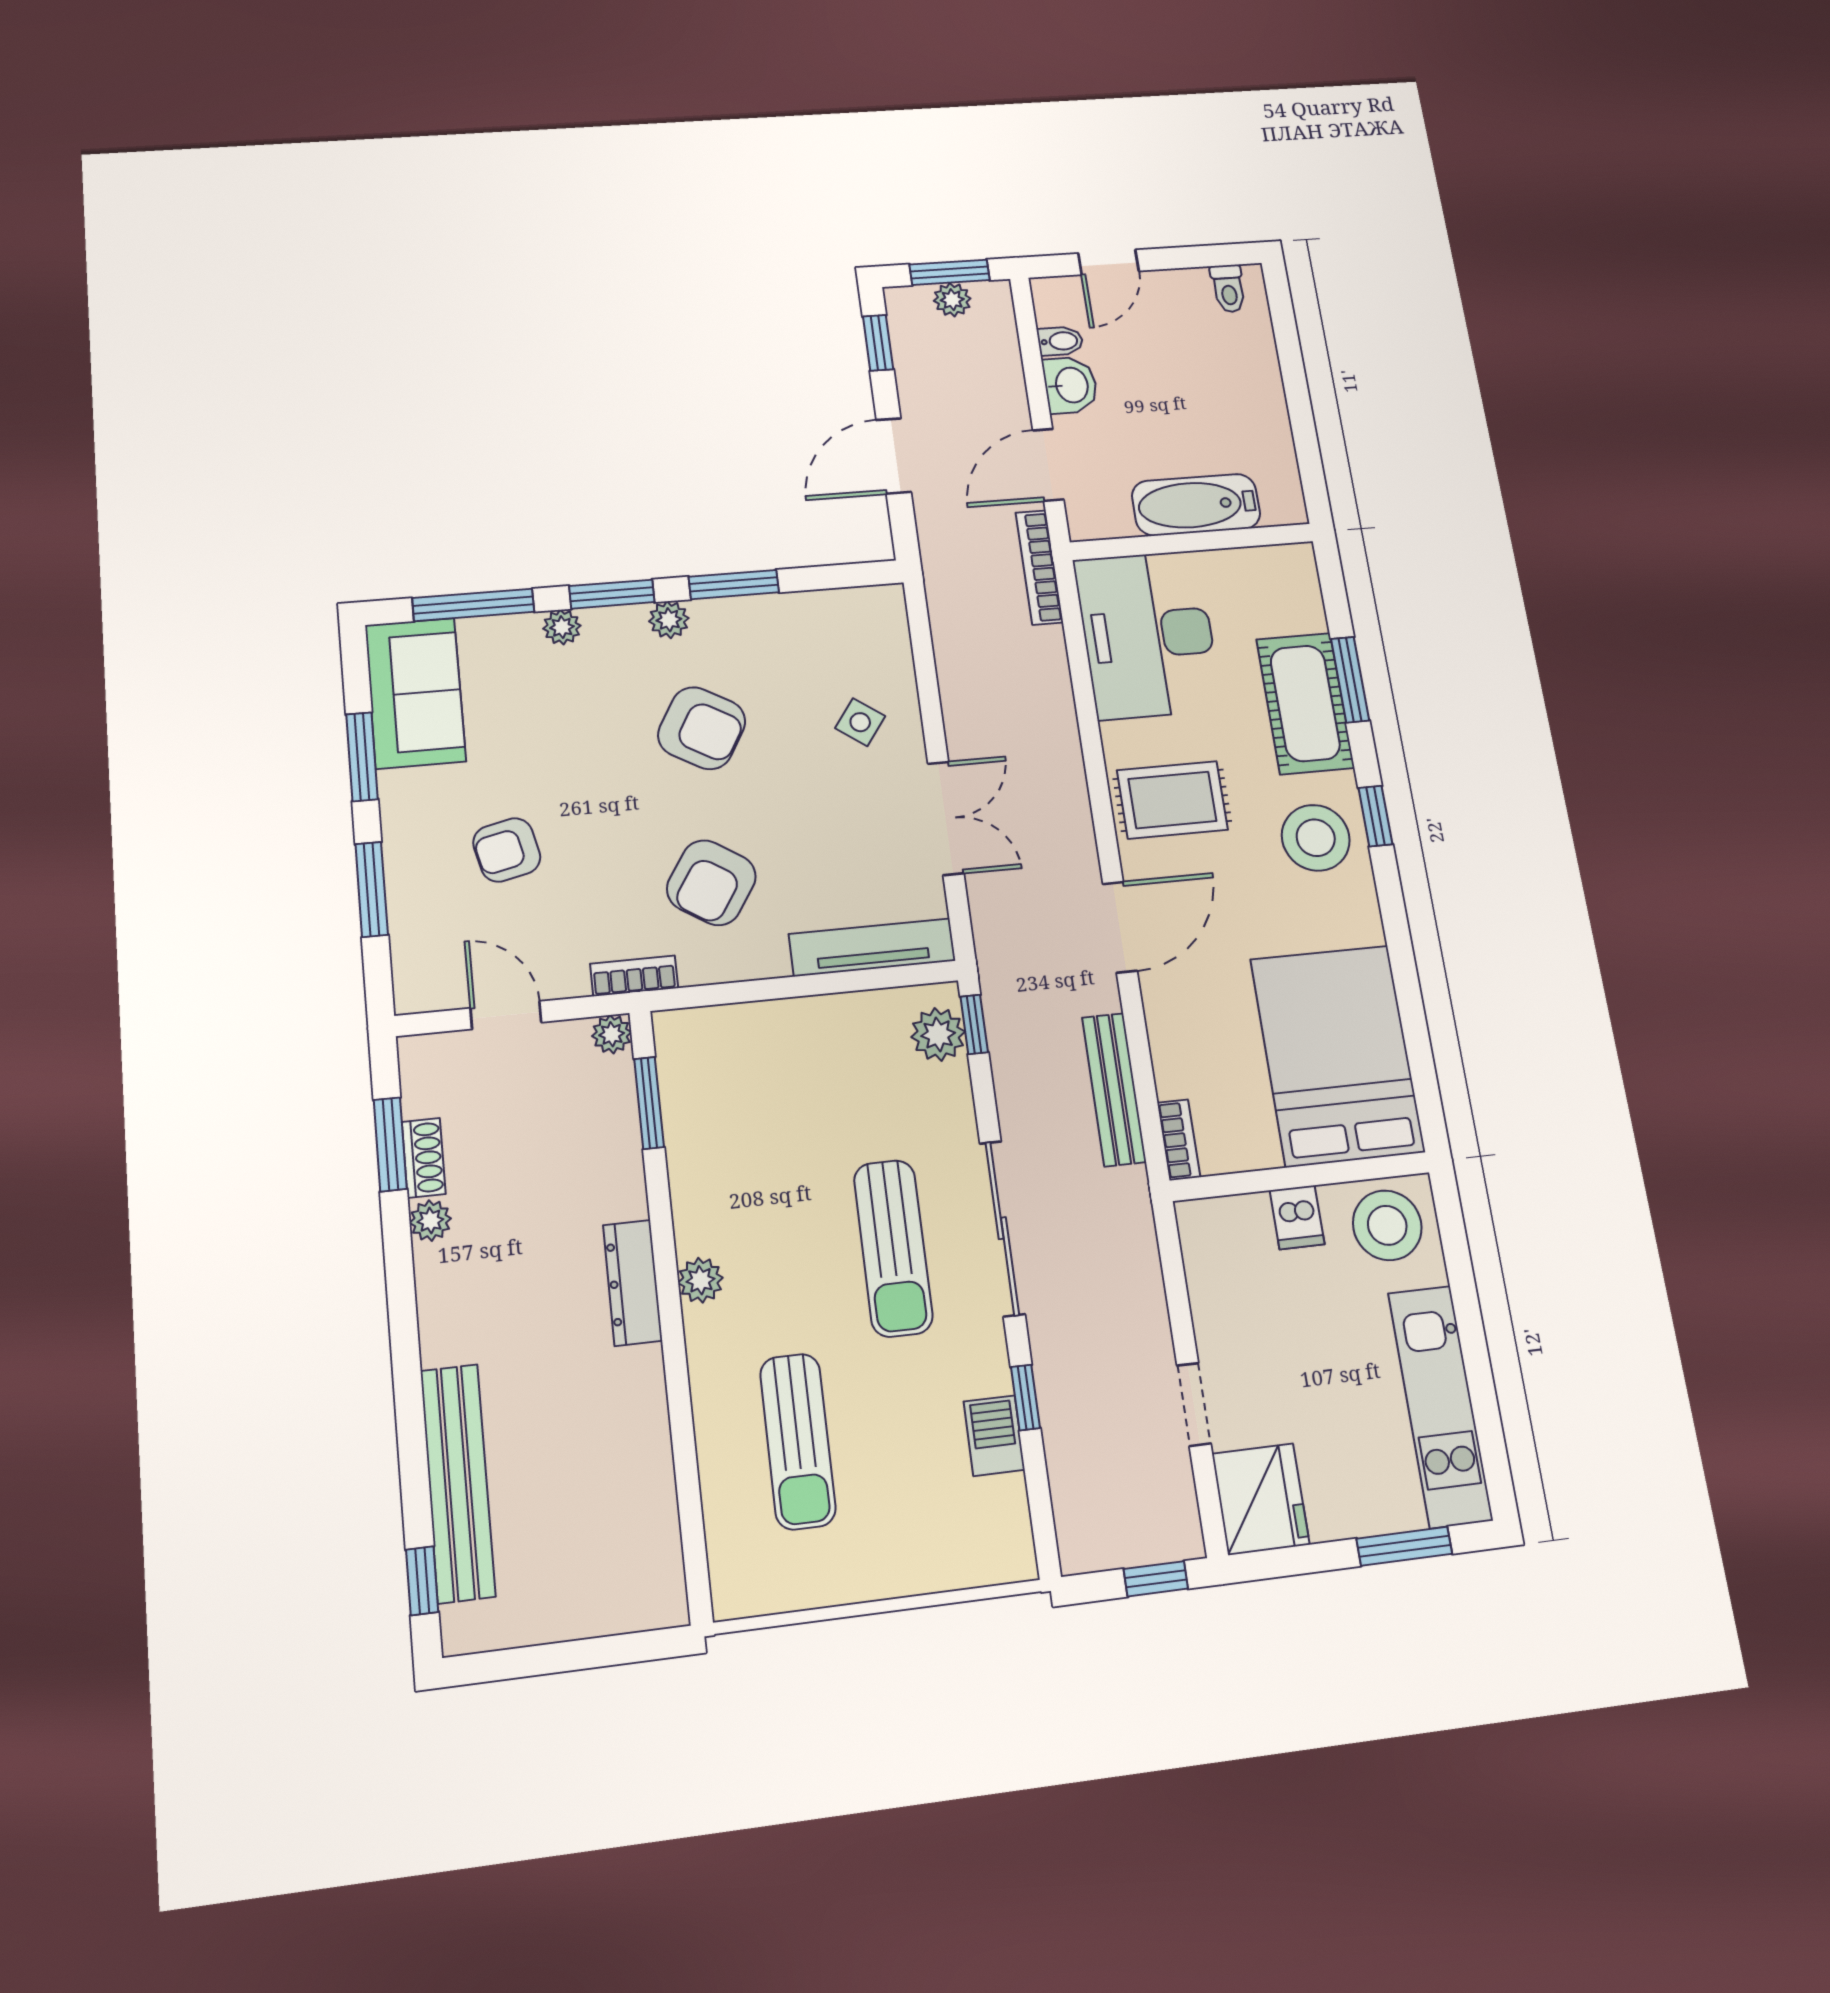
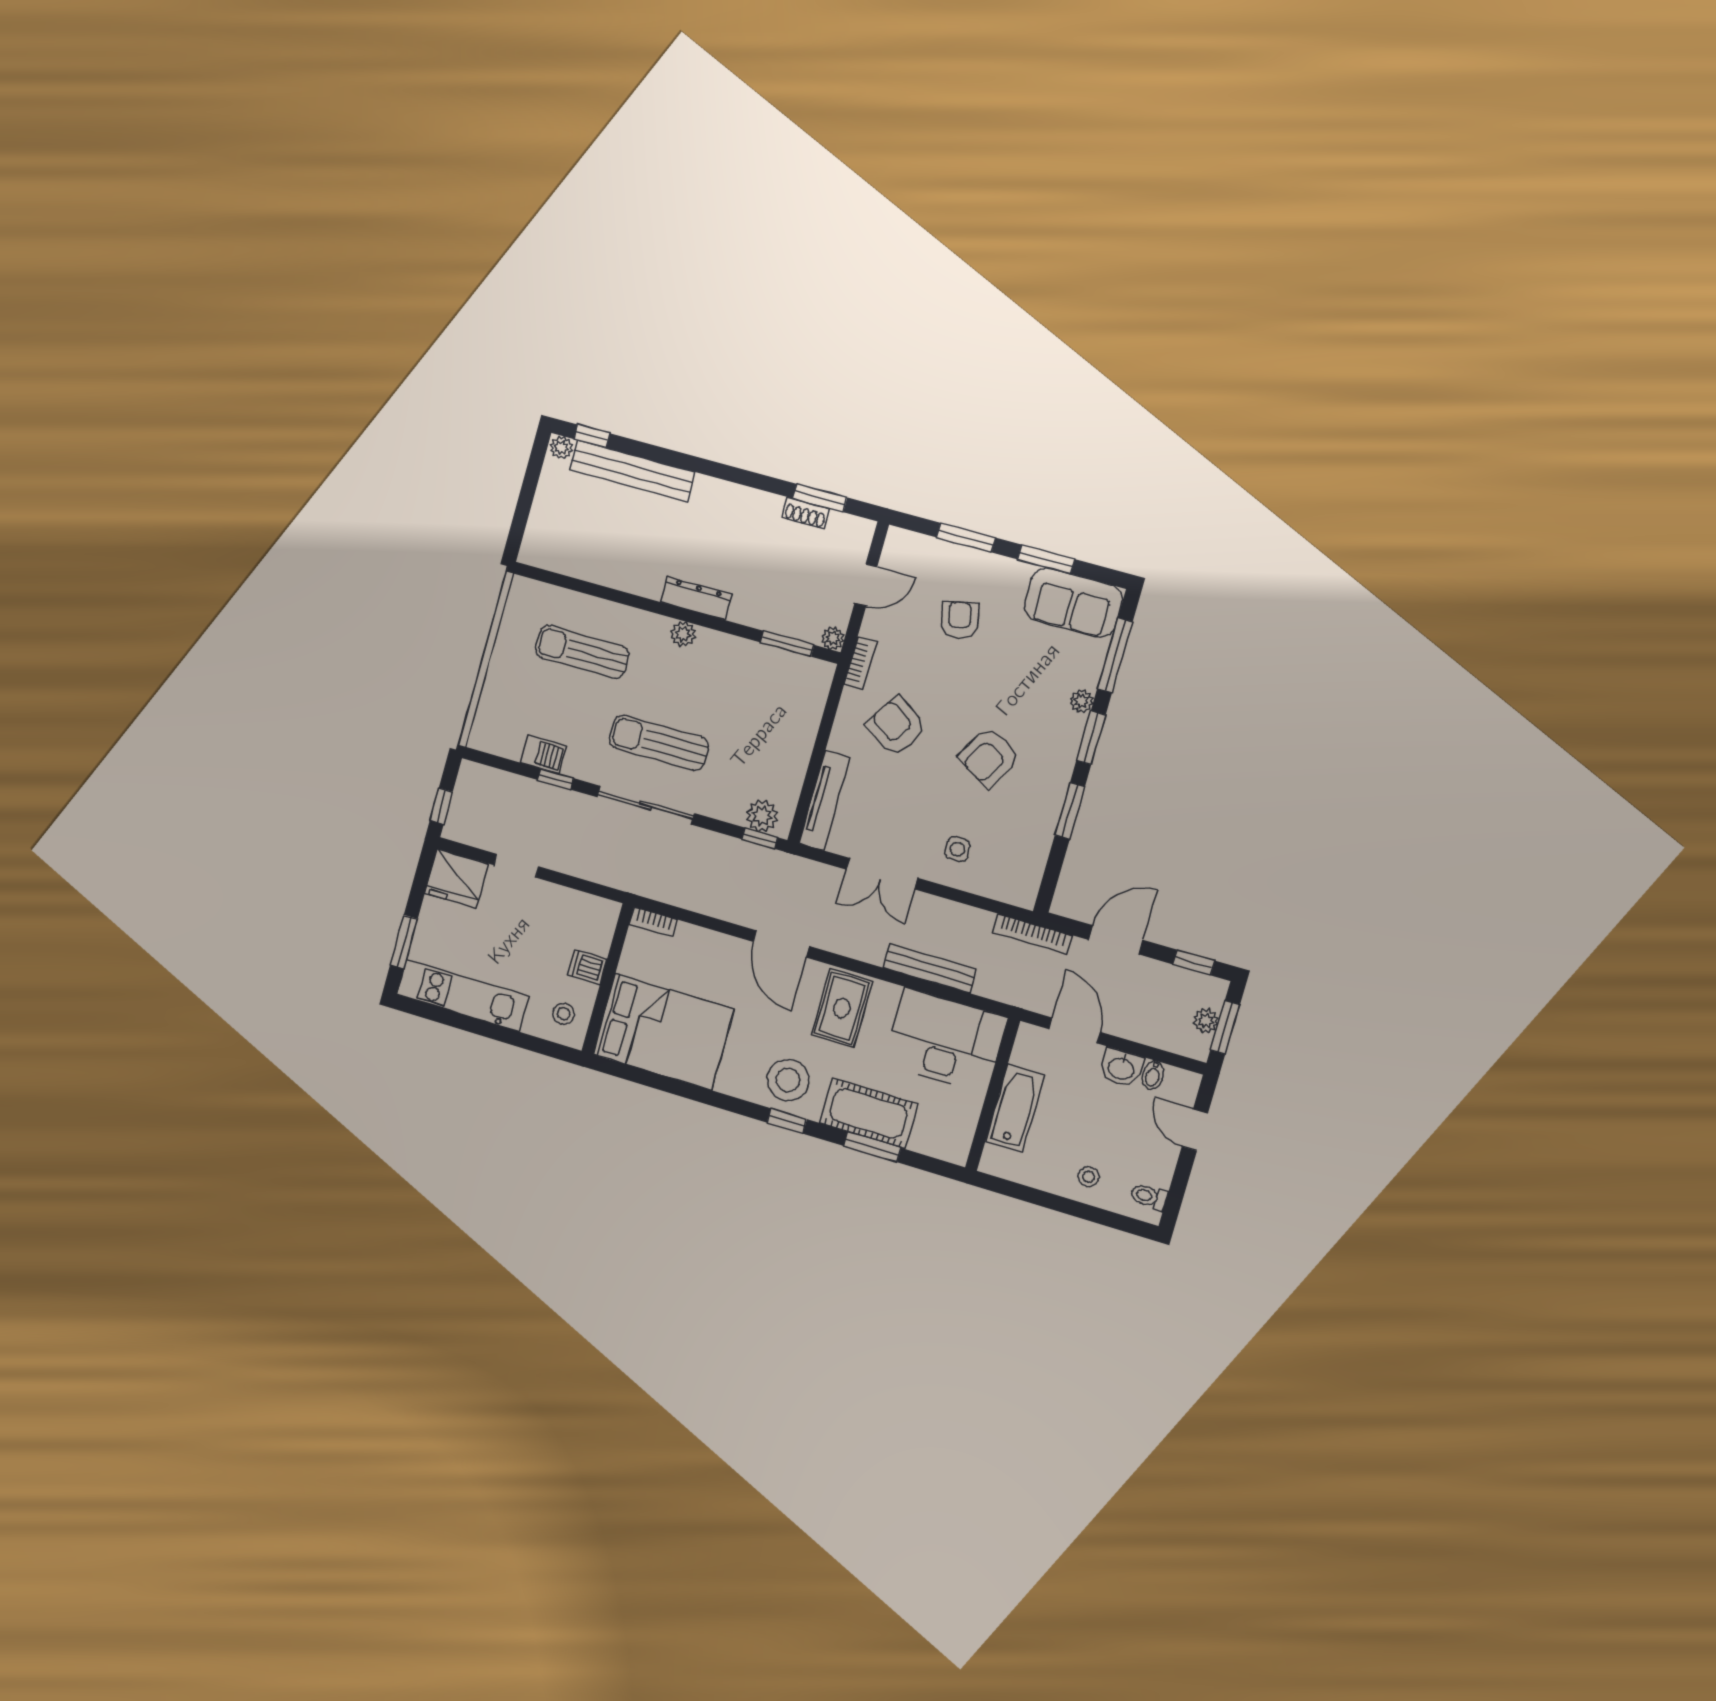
stool: (1241, 374) -> (1089, 1177), added
door: (894, 456) -> (1116, 940), hinge flipped
bookcase: (1039, 567) -> (1032, 934), moved, turned 180
plant: (669, 620) -> (1062, 765), removed
side table: (860, 722) -> (957, 849), turned -36
bench: (1114, 1089) -> (930, 968), moved
plant: (430, 1221) -> (561, 448), moved
stool: (1387, 1225) -> (564, 1014), width x0.53, depth x0.53

